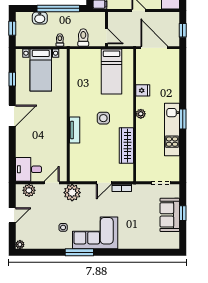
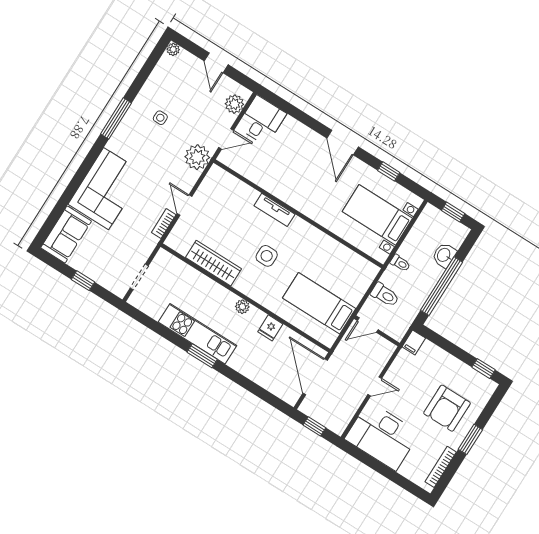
door: (154, 48) -> (315, 377), swing flipped
door: (52, 183) -> (226, 139), hinge flipped
sofa: (170, 215) -> (66, 234), moved, turned 90
corner sofa: (95, 233) -> (106, 189), moved

